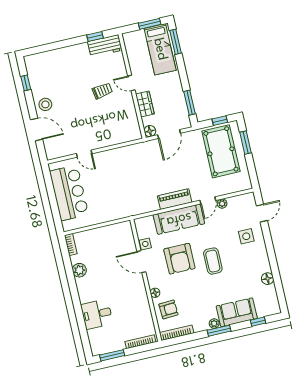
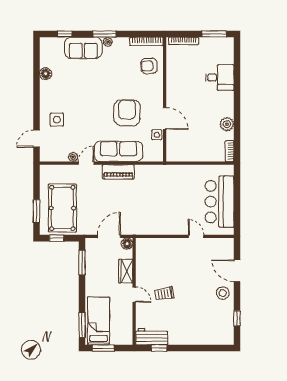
coffee table: (213, 261) -> (95, 103), removed
floor lamp: (155, 293) -> (158, 85), removed

